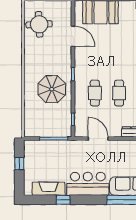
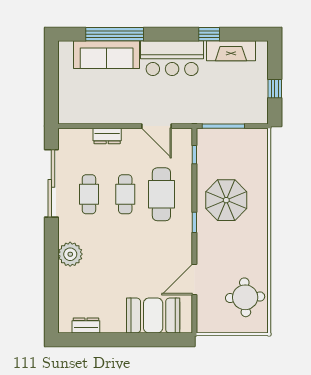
door: (73, 36) -> (194, 279), hinge flipped
cafe table: (95, 93) -> (161, 194), width x1.37, depth x1.35

